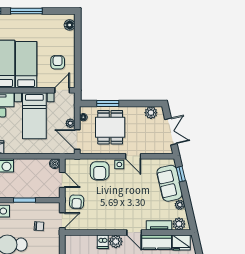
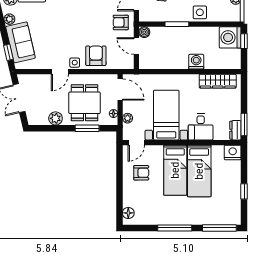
armchair: (58, 62) -> (141, 173), turned -90
plant: (151, 113) -> (56, 118), moved
plant: (70, 123) -> (128, 118), moved
door: (133, 156) -> (60, 72), swing flipped
boiler: (55, 164) -> (144, 32), moved
armchair: (77, 202) -> (121, 22), turned -92

